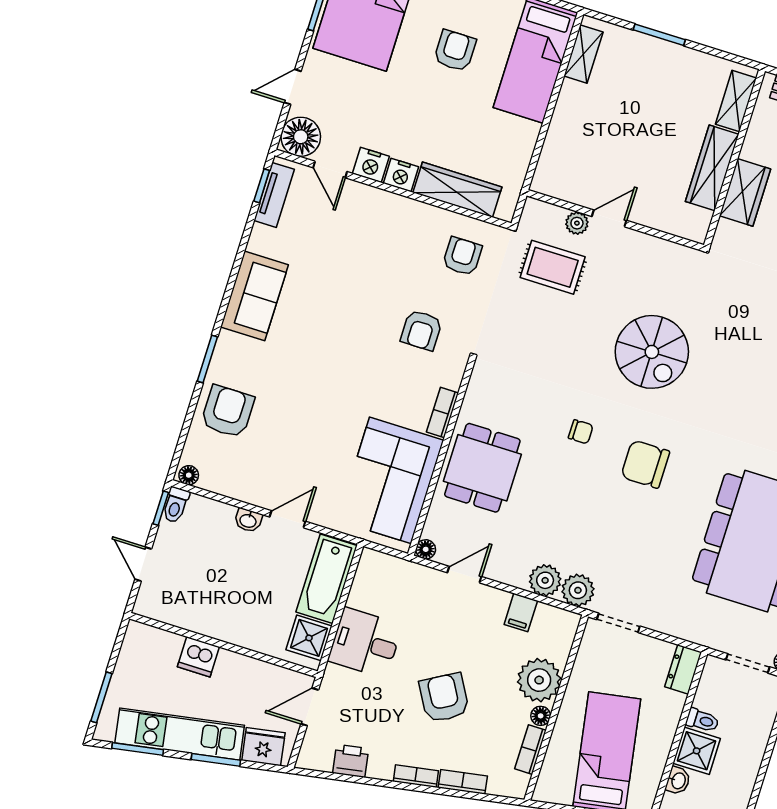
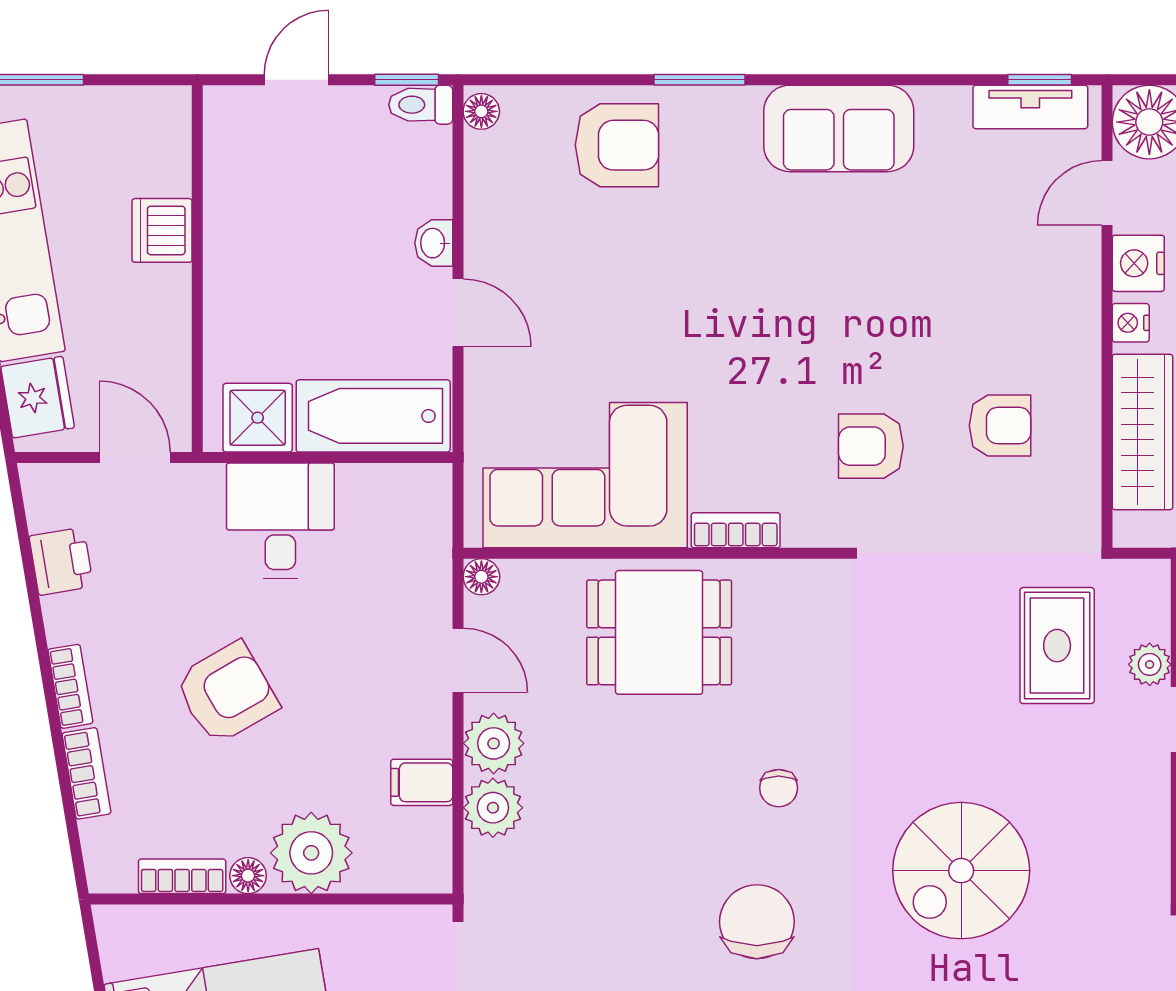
nightstand: (401, 175) -> (1131, 323), width x0.72, depth x0.74
armchair: (462, 256) -> (1000, 426), moved
plant: (578, 590) -> (494, 743), moved

